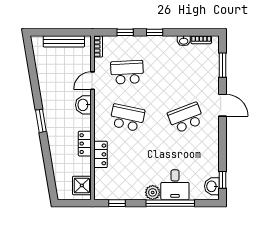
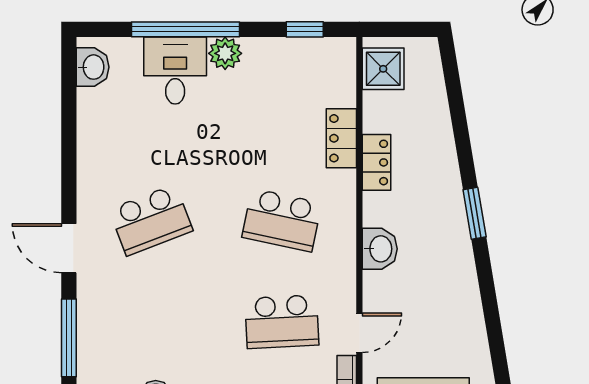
window: (223, 65) -> (69, 338), width x1.44
door: (92, 81) -> (359, 333), moved
window: (223, 180) -> (69, 81), removed

